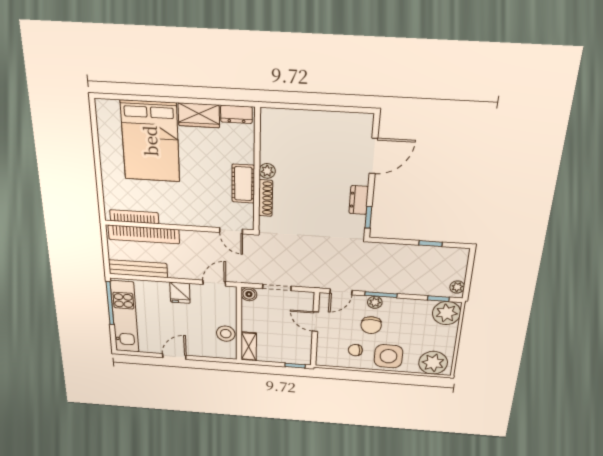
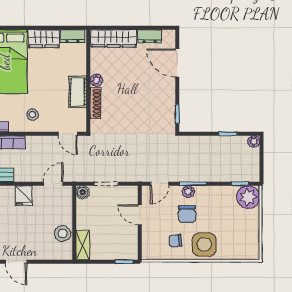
wardrobe: (291, 120) -> (114, 38), added
door: (374, 156) -> (177, 63), swing flipped
dresser: (359, 200) -> (150, 36), moved, turned -90
stool: (187, 206) -> (32, 115), added
plant: (457, 287) -> (254, 141), moved
door: (174, 356) -> (16, 262), swing flipped
plant: (433, 363) -> (243, 248), removed

